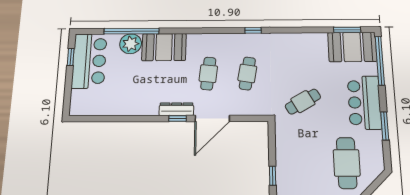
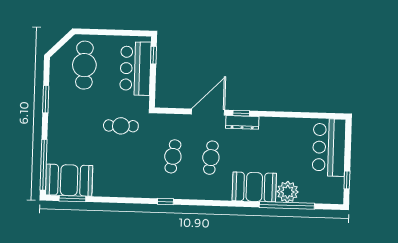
bar counter: (89, 61) -> (329, 147), moved
cafe table: (303, 102) -> (121, 126), turned 30
bar counter: (364, 102) -> (135, 68), moved, turned 180

